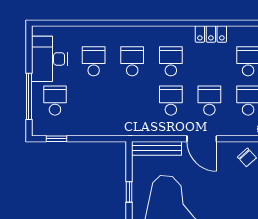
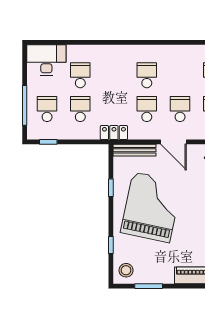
locker: (211, 34) -> (114, 133), moved, turned 180
desk: (49, 59) -> (46, 60), moved, turned 90
school desk: (132, 61) -> (80, 109), moved

